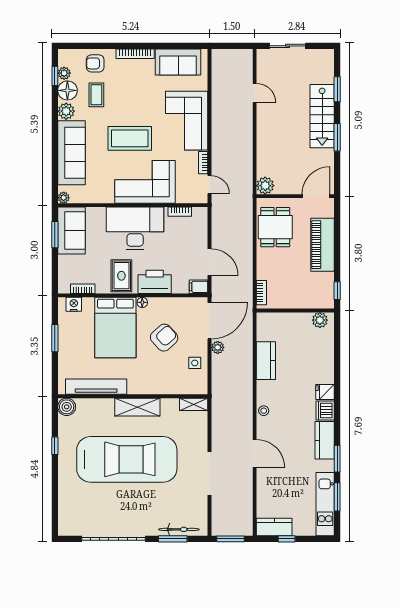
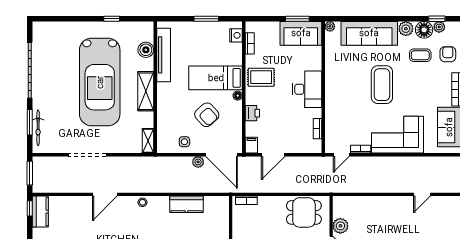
corner sofa: (145, 182) -> (344, 98), removed
plant: (265, 186) -> (340, 226), moved
desk: (135, 228) -> (307, 89), width x0.73, depth x0.77
printer: (155, 282) -> (252, 113), width x0.53, depth x0.68
bed: (115, 328) -> (216, 78), width x0.67
boiler: (67, 407) -> (146, 50), moved
window: (287, 539) -> (30, 208), moved

